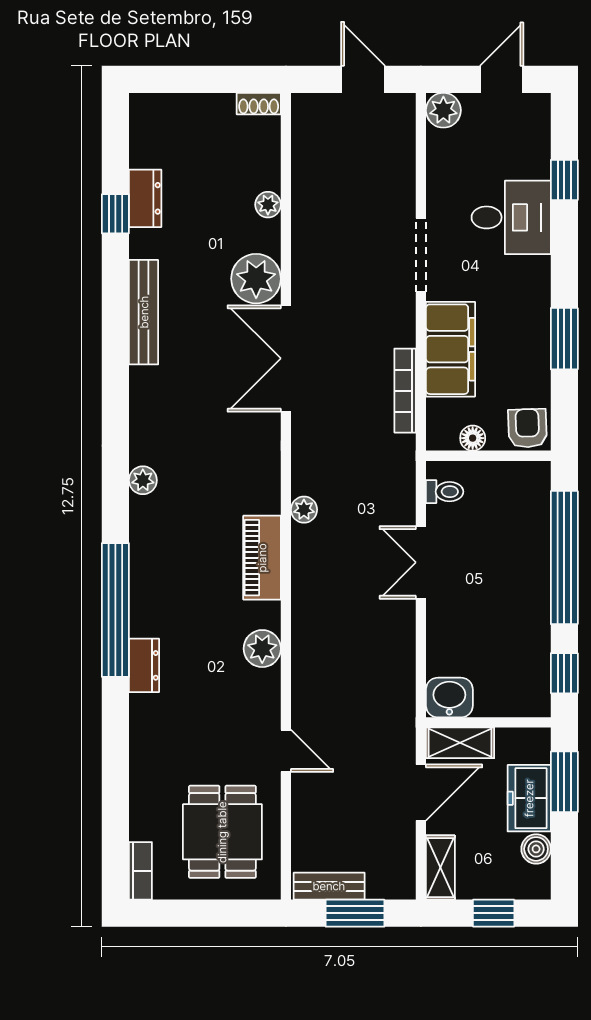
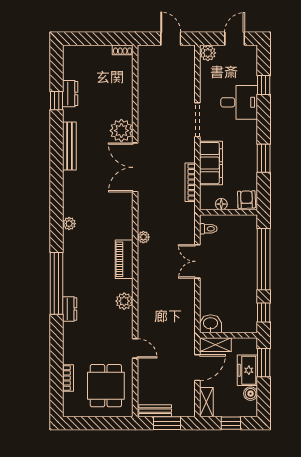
plant: (268, 205) -> (127, 96), removed
bookcase: (140, 871) -> (68, 378), moved

